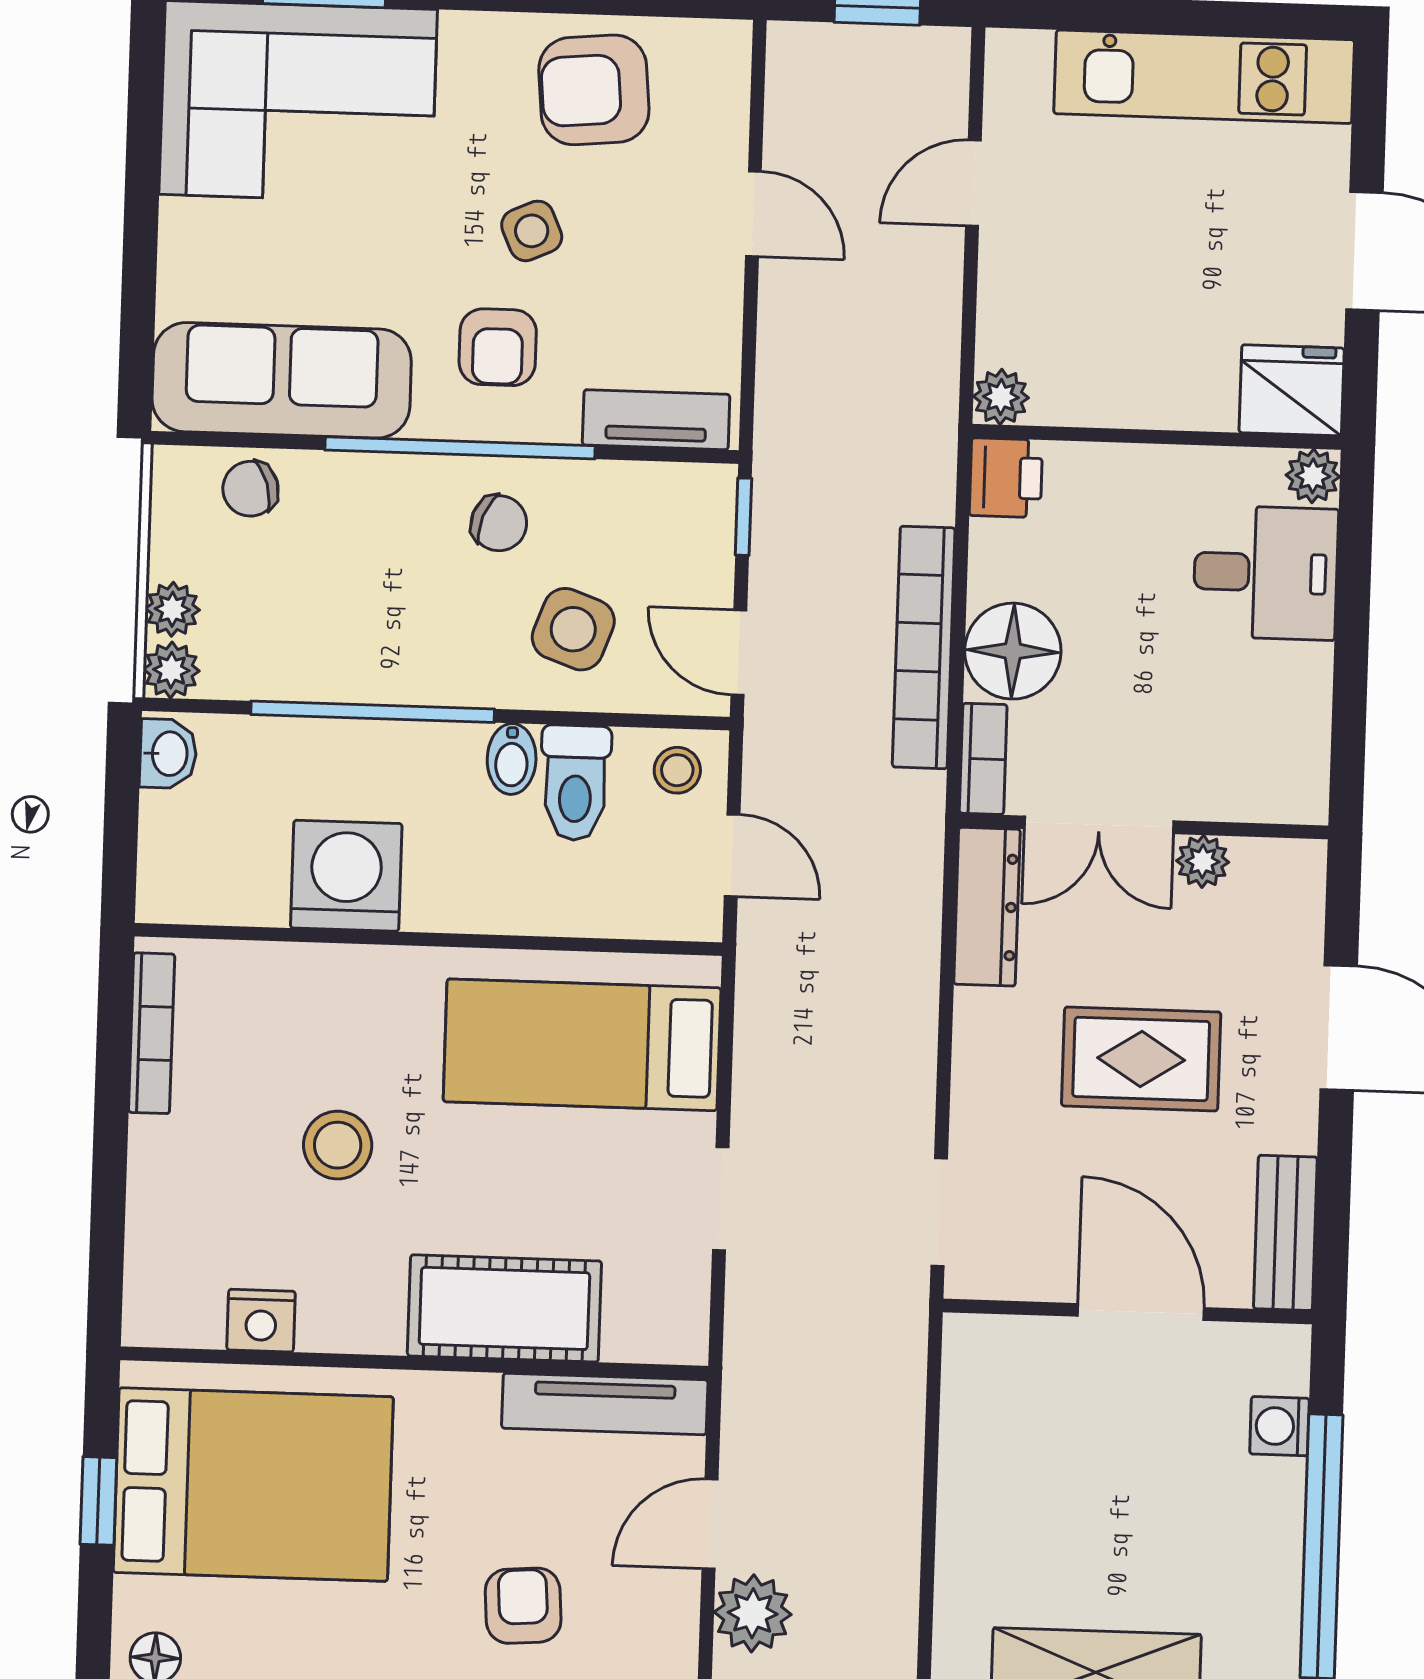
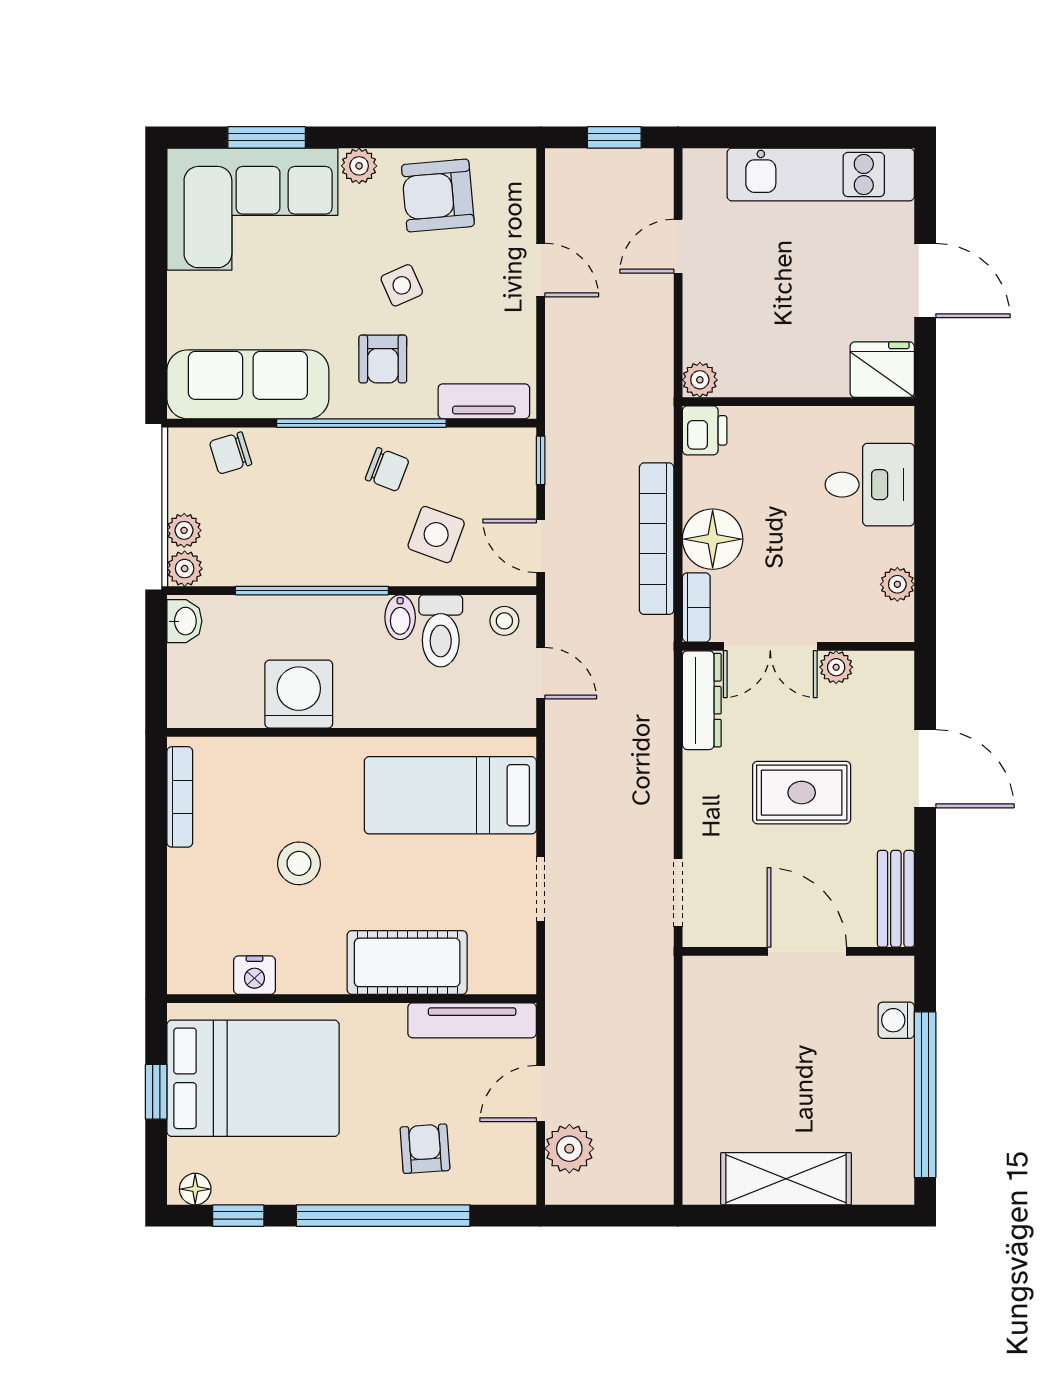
plant: (470, 39) -> (359, 166), added
plant: (1313, 476) -> (897, 584), moved

